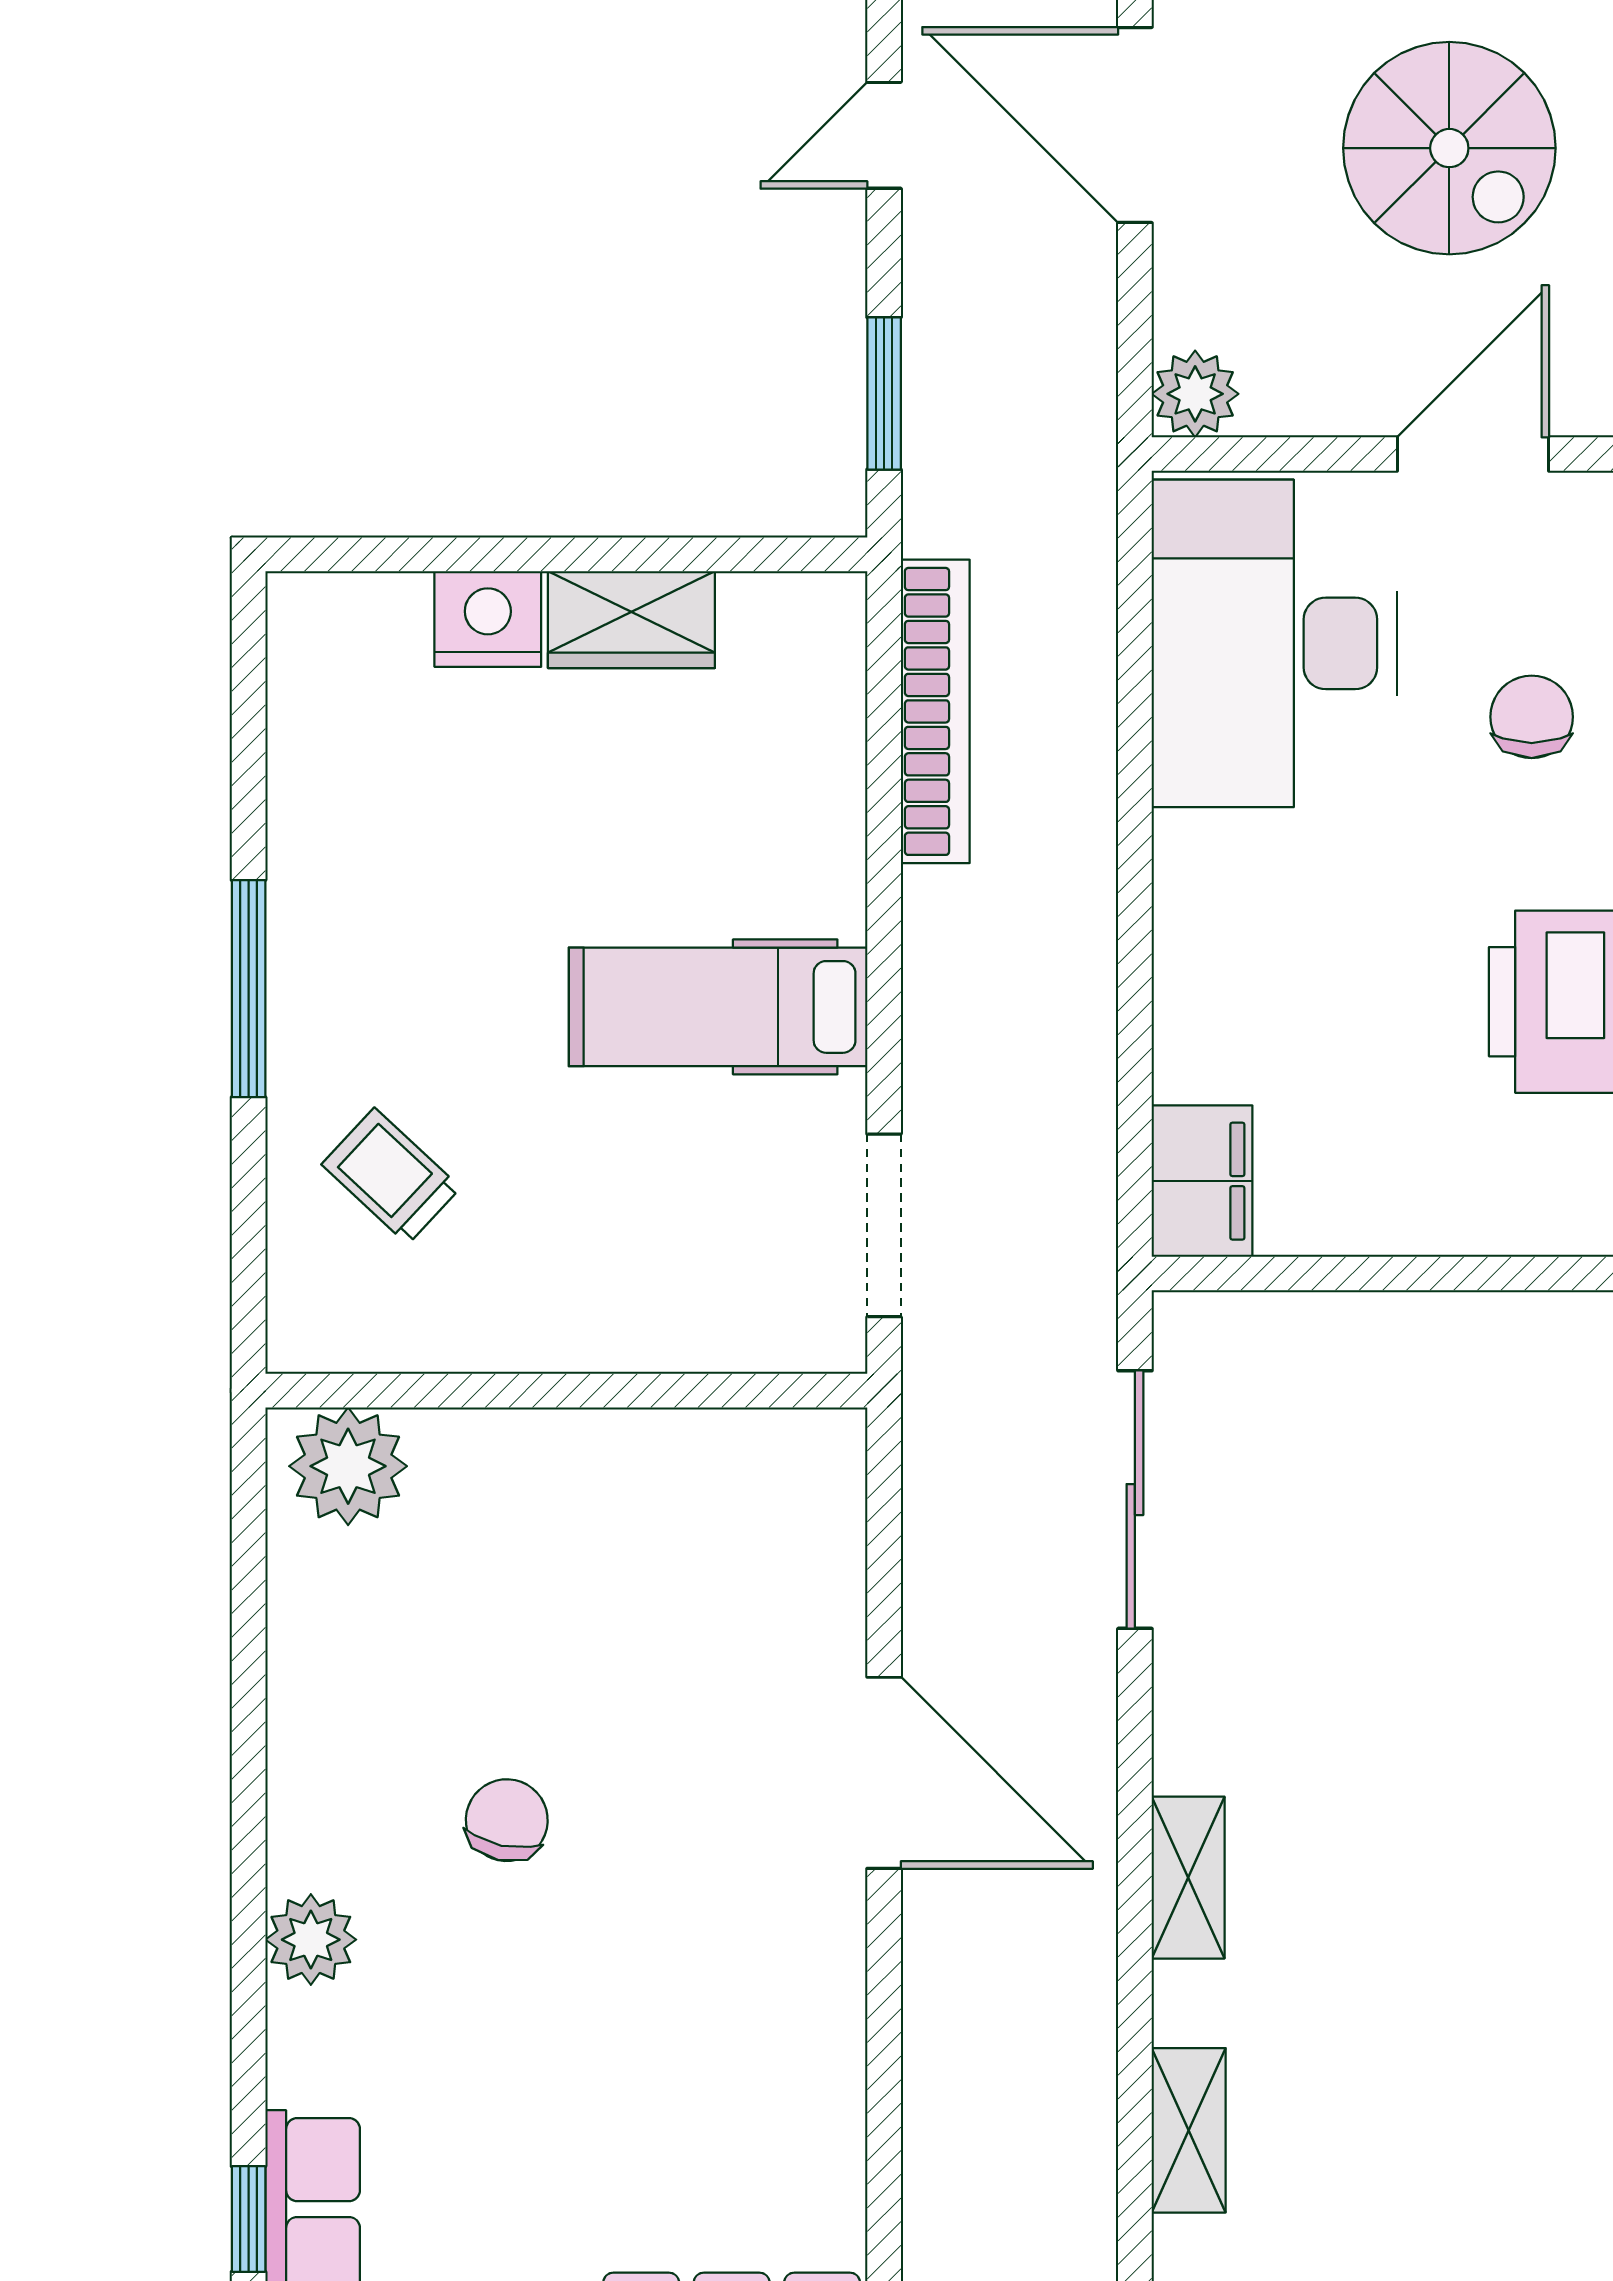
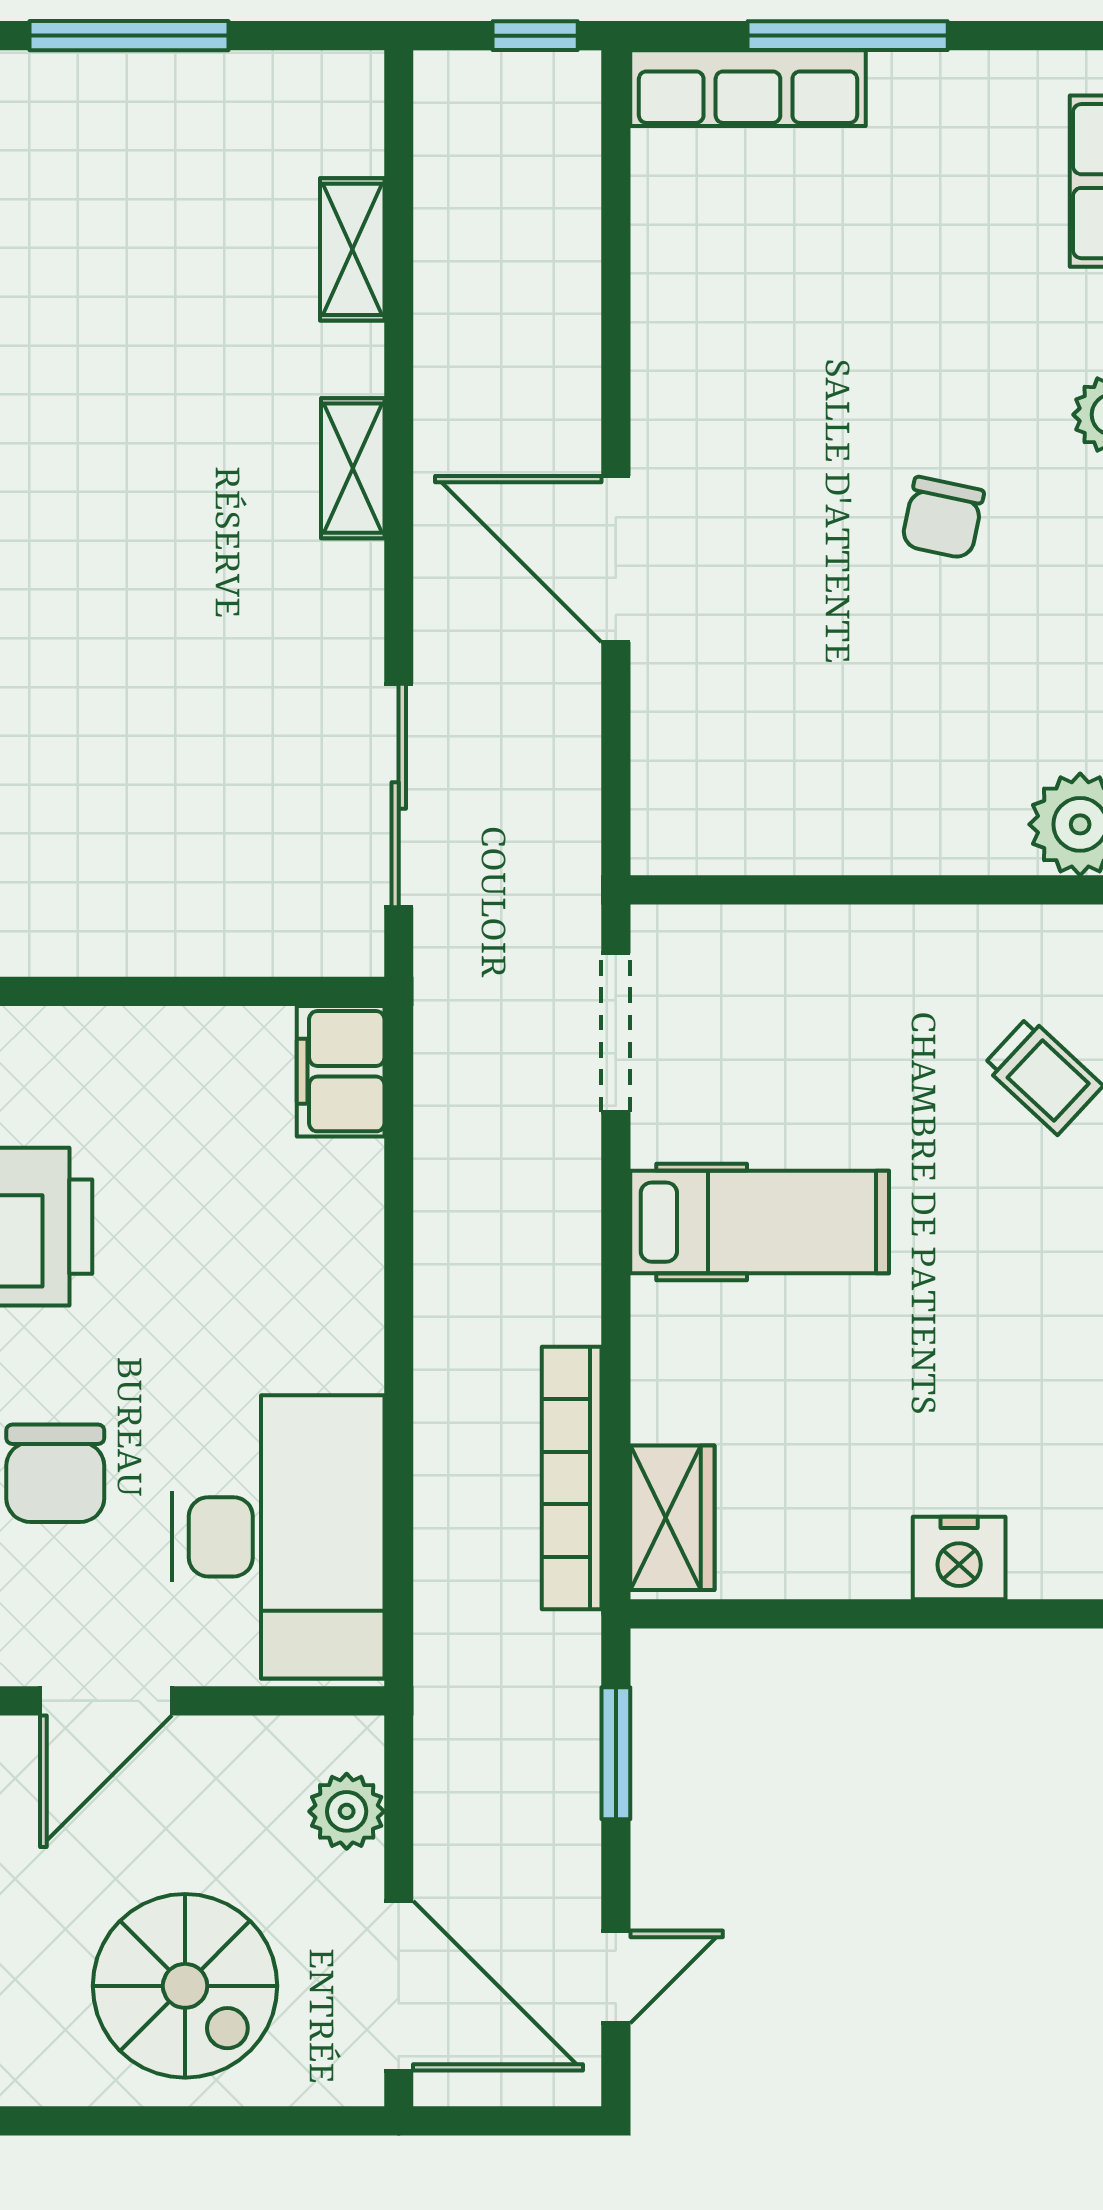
spiral stairs: (1449, 148) -> (185, 1986), moved, turned 180
plant: (1195, 394) -> (347, 1811), moved
wardrobe: (631, 620) -> (672, 1518), moved, turned 90
chair: (1532, 717) -> (55, 1473), width x1.37, depth x1.37

